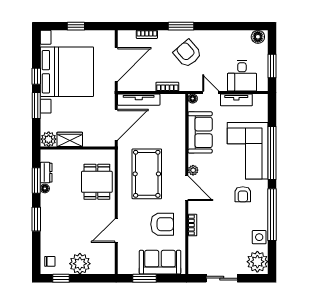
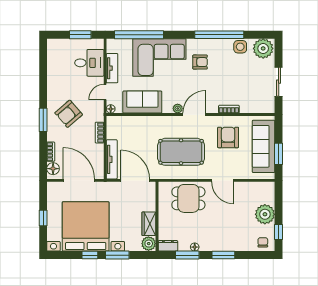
floor lamp: (258, 37) -> (53, 169), moved
window: (272, 153) -> (139, 35), moved
dresser: (46, 173) -> (168, 246), moved
door: (116, 231) -> (223, 180), moved
sofa: (160, 262) -> (264, 146), width x1.36

